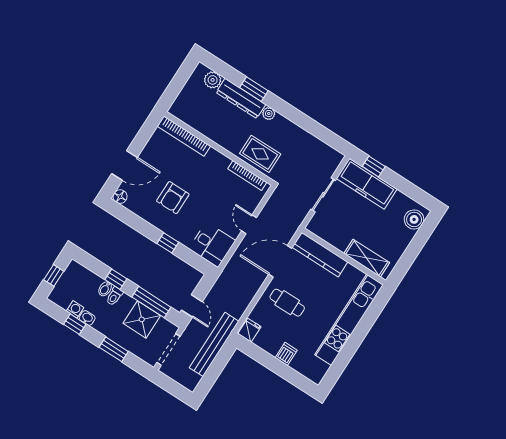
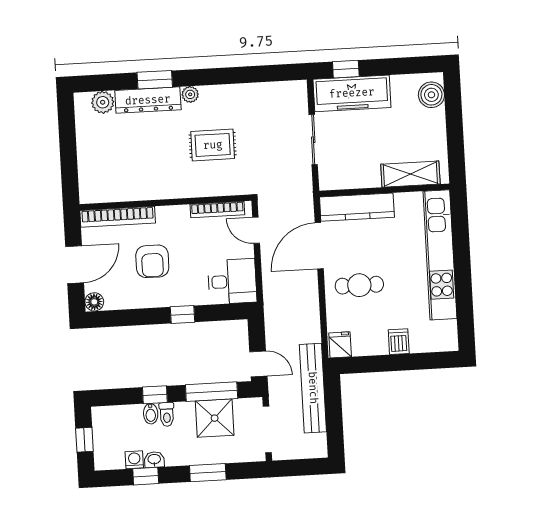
bookcase: (184, 136) -> (118, 217), moved
wall: (219, 148) -> (165, 202), moved
bookcase: (247, 175) -> (217, 210), moved

